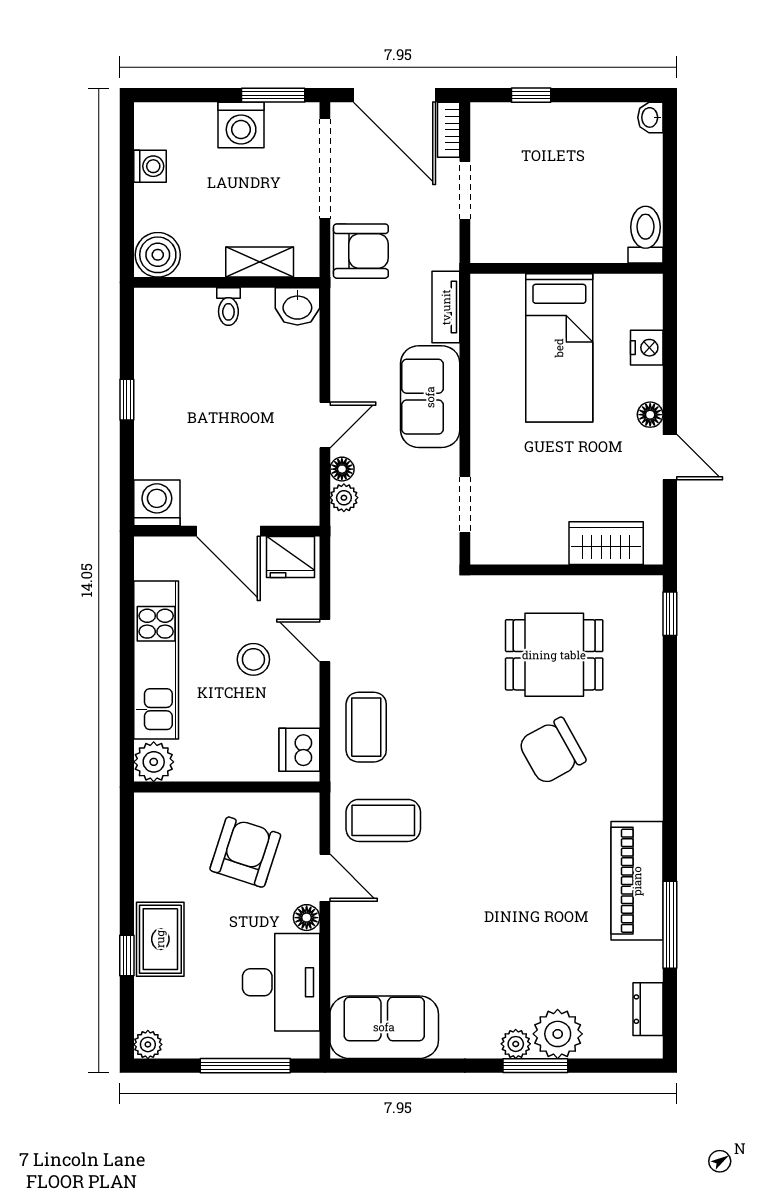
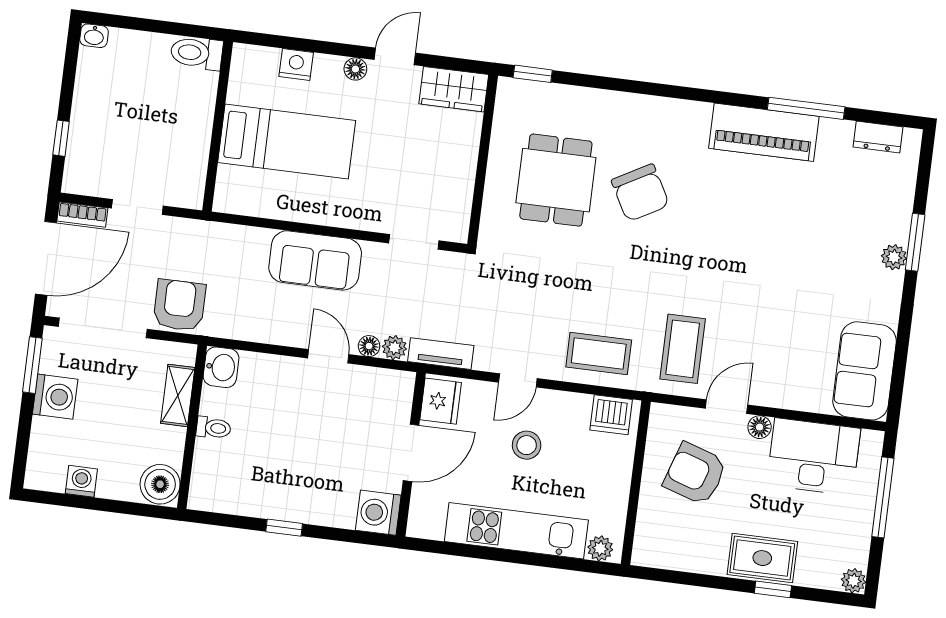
tv unit: (446, 307) -> (441, 354), moved, turned 180
wardrobe: (606, 543) -> (454, 89), moved, turned -90
plant: (154, 762) -> (600, 548), width x0.73, depth x0.73
plant: (558, 1034) -> (890, 219), removed

